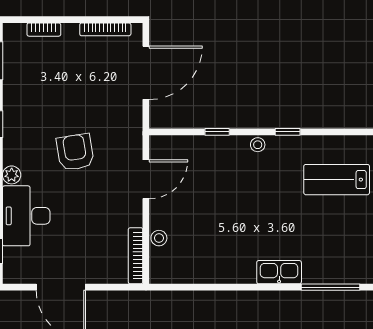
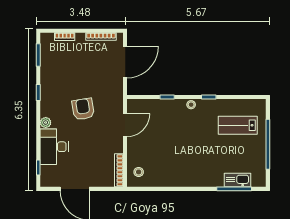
stool: (159, 238) -> (139, 172), moved
kitchen sink: (279, 272) -> (237, 180), moved

